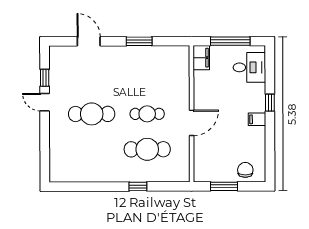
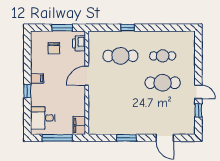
cafe table: (147, 114) -> (163, 56), moved
printer: (202, 166) -> (79, 43), added
chair: (245, 170) -> (54, 48), moved

